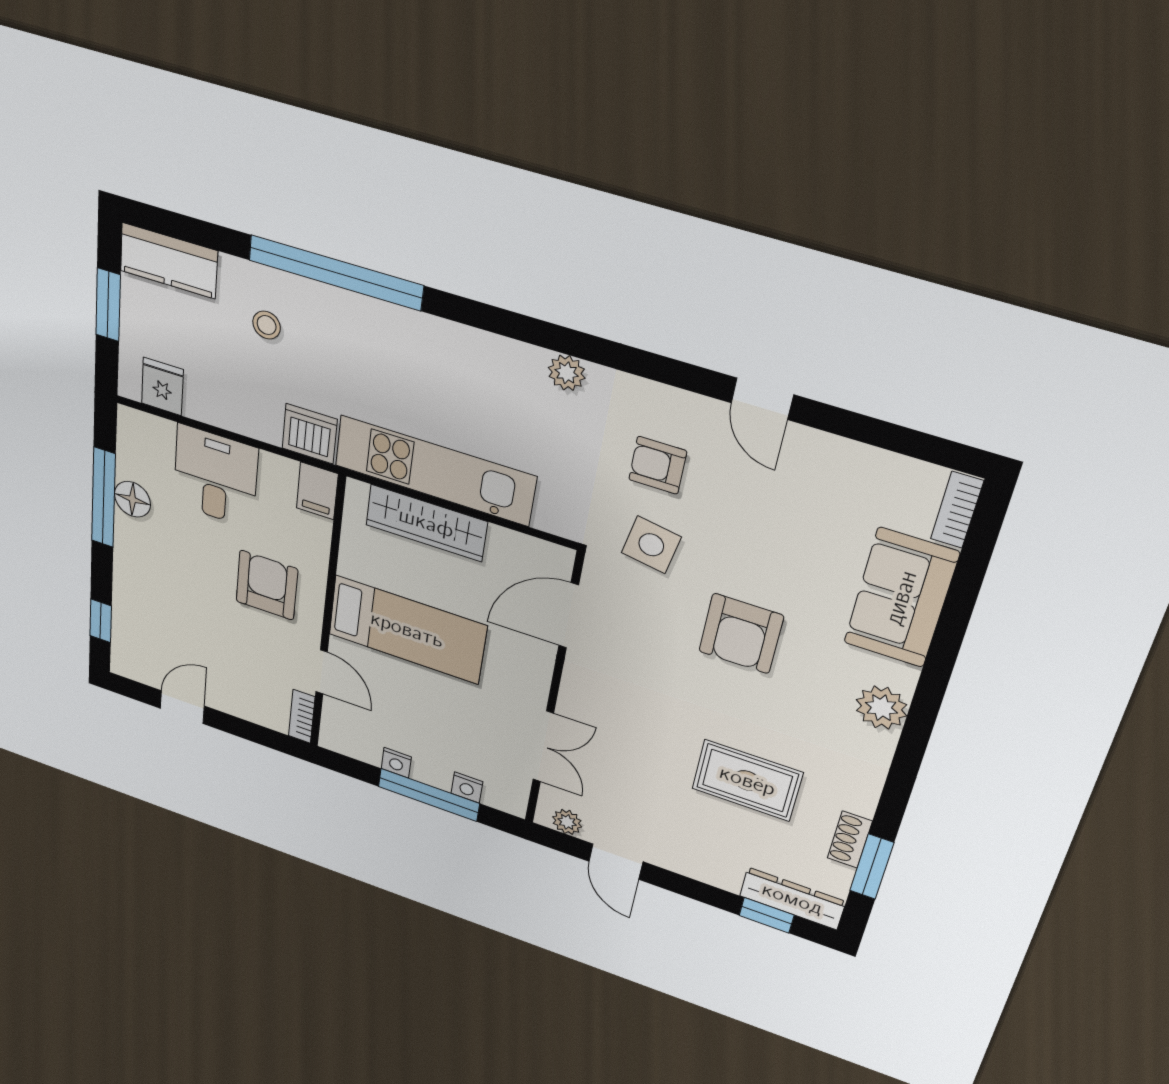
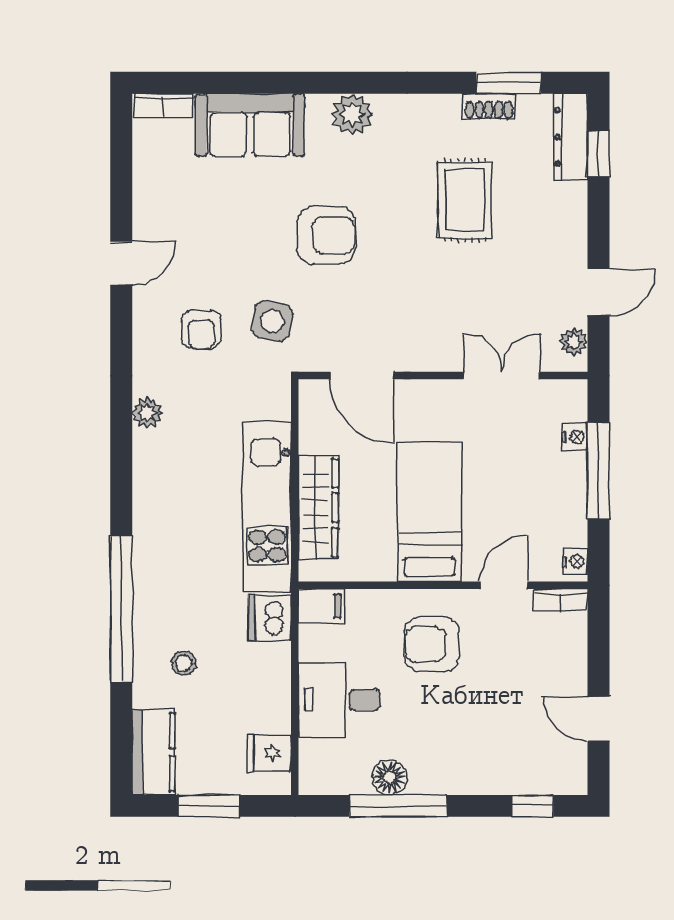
nightstand: (396, 763) -> (575, 562), moved

